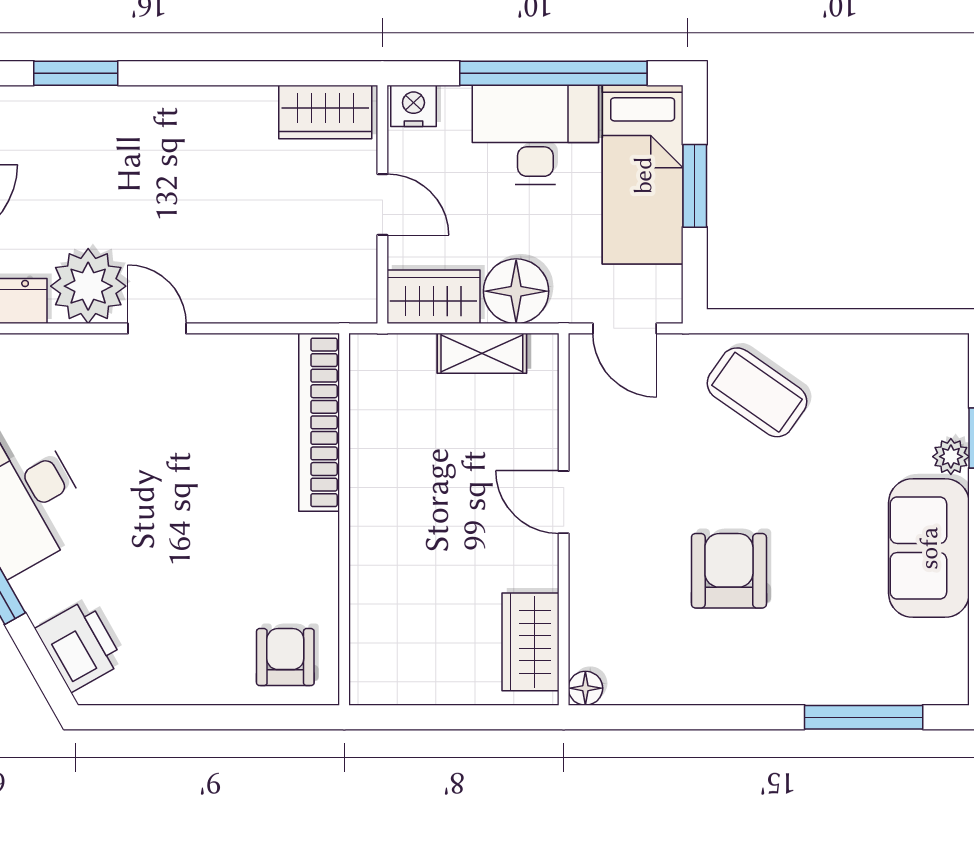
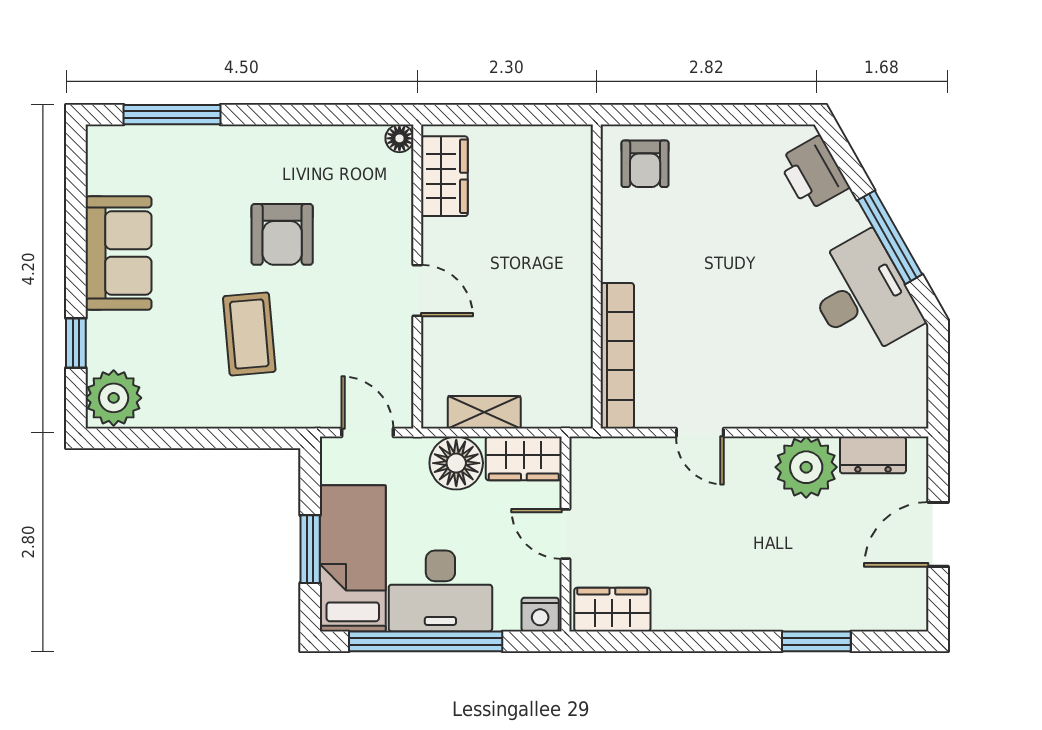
door: (157, 328) -> (700, 433), moved
coffee table: (757, 392) -> (249, 334), moved, turned 50
plant: (951, 457) -> (114, 398), moved, width x1.88, depth x1.88

